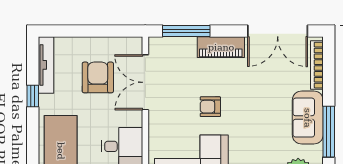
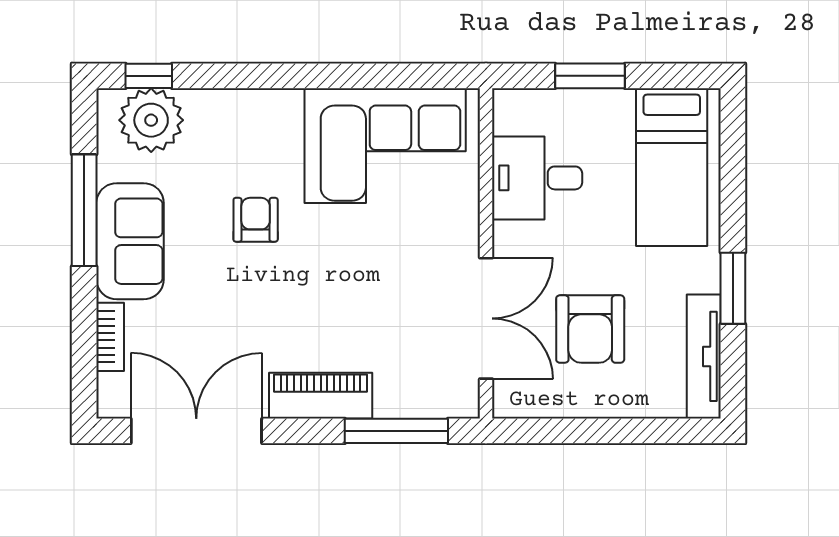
bookcase: (317, 65) -> (110, 337), width x0.64
window: (33, 96) -> (733, 288), width x1.50
armchair: (210, 107) -> (256, 220), moved, turned -90

